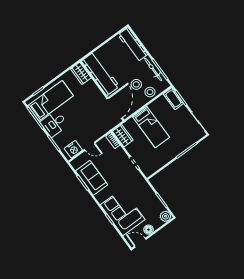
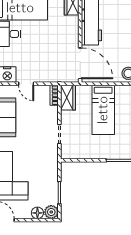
stool: (136, 84) -> (120, 55), removed
door: (115, 108) -> (80, 63), hinge flipped
floor lamp: (149, 230) -> (37, 213), moved

